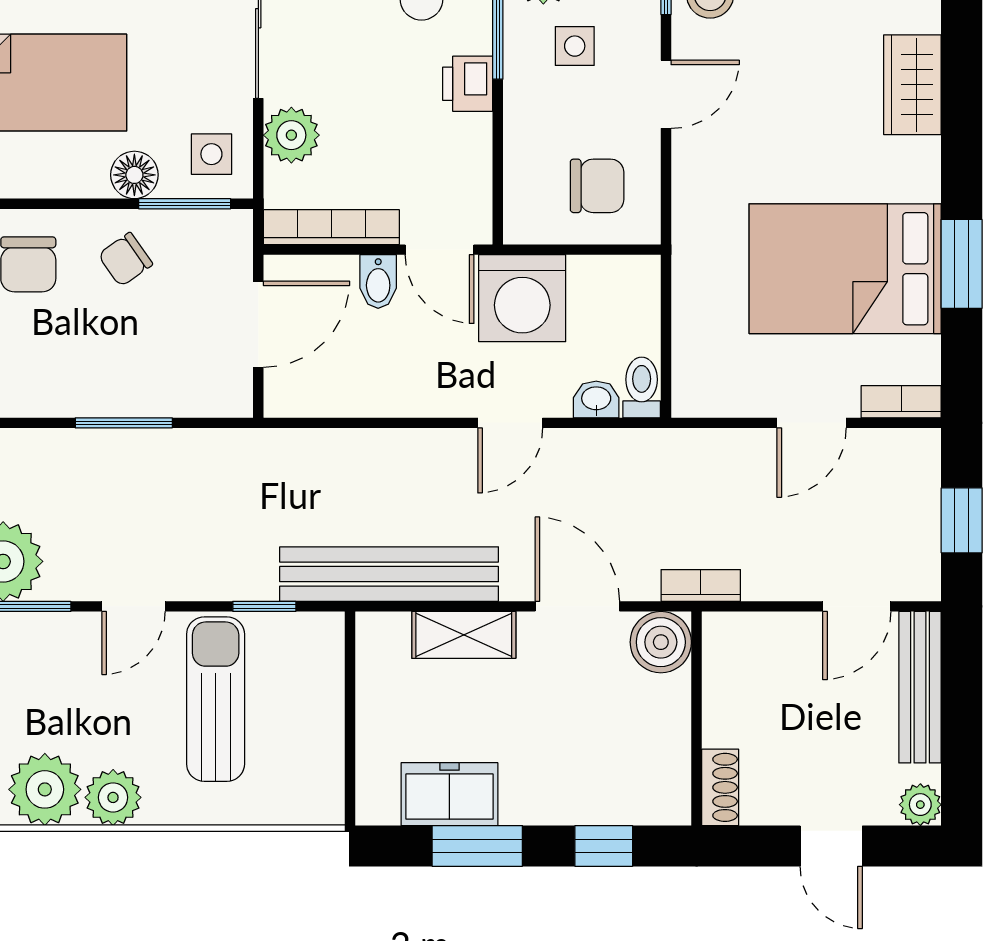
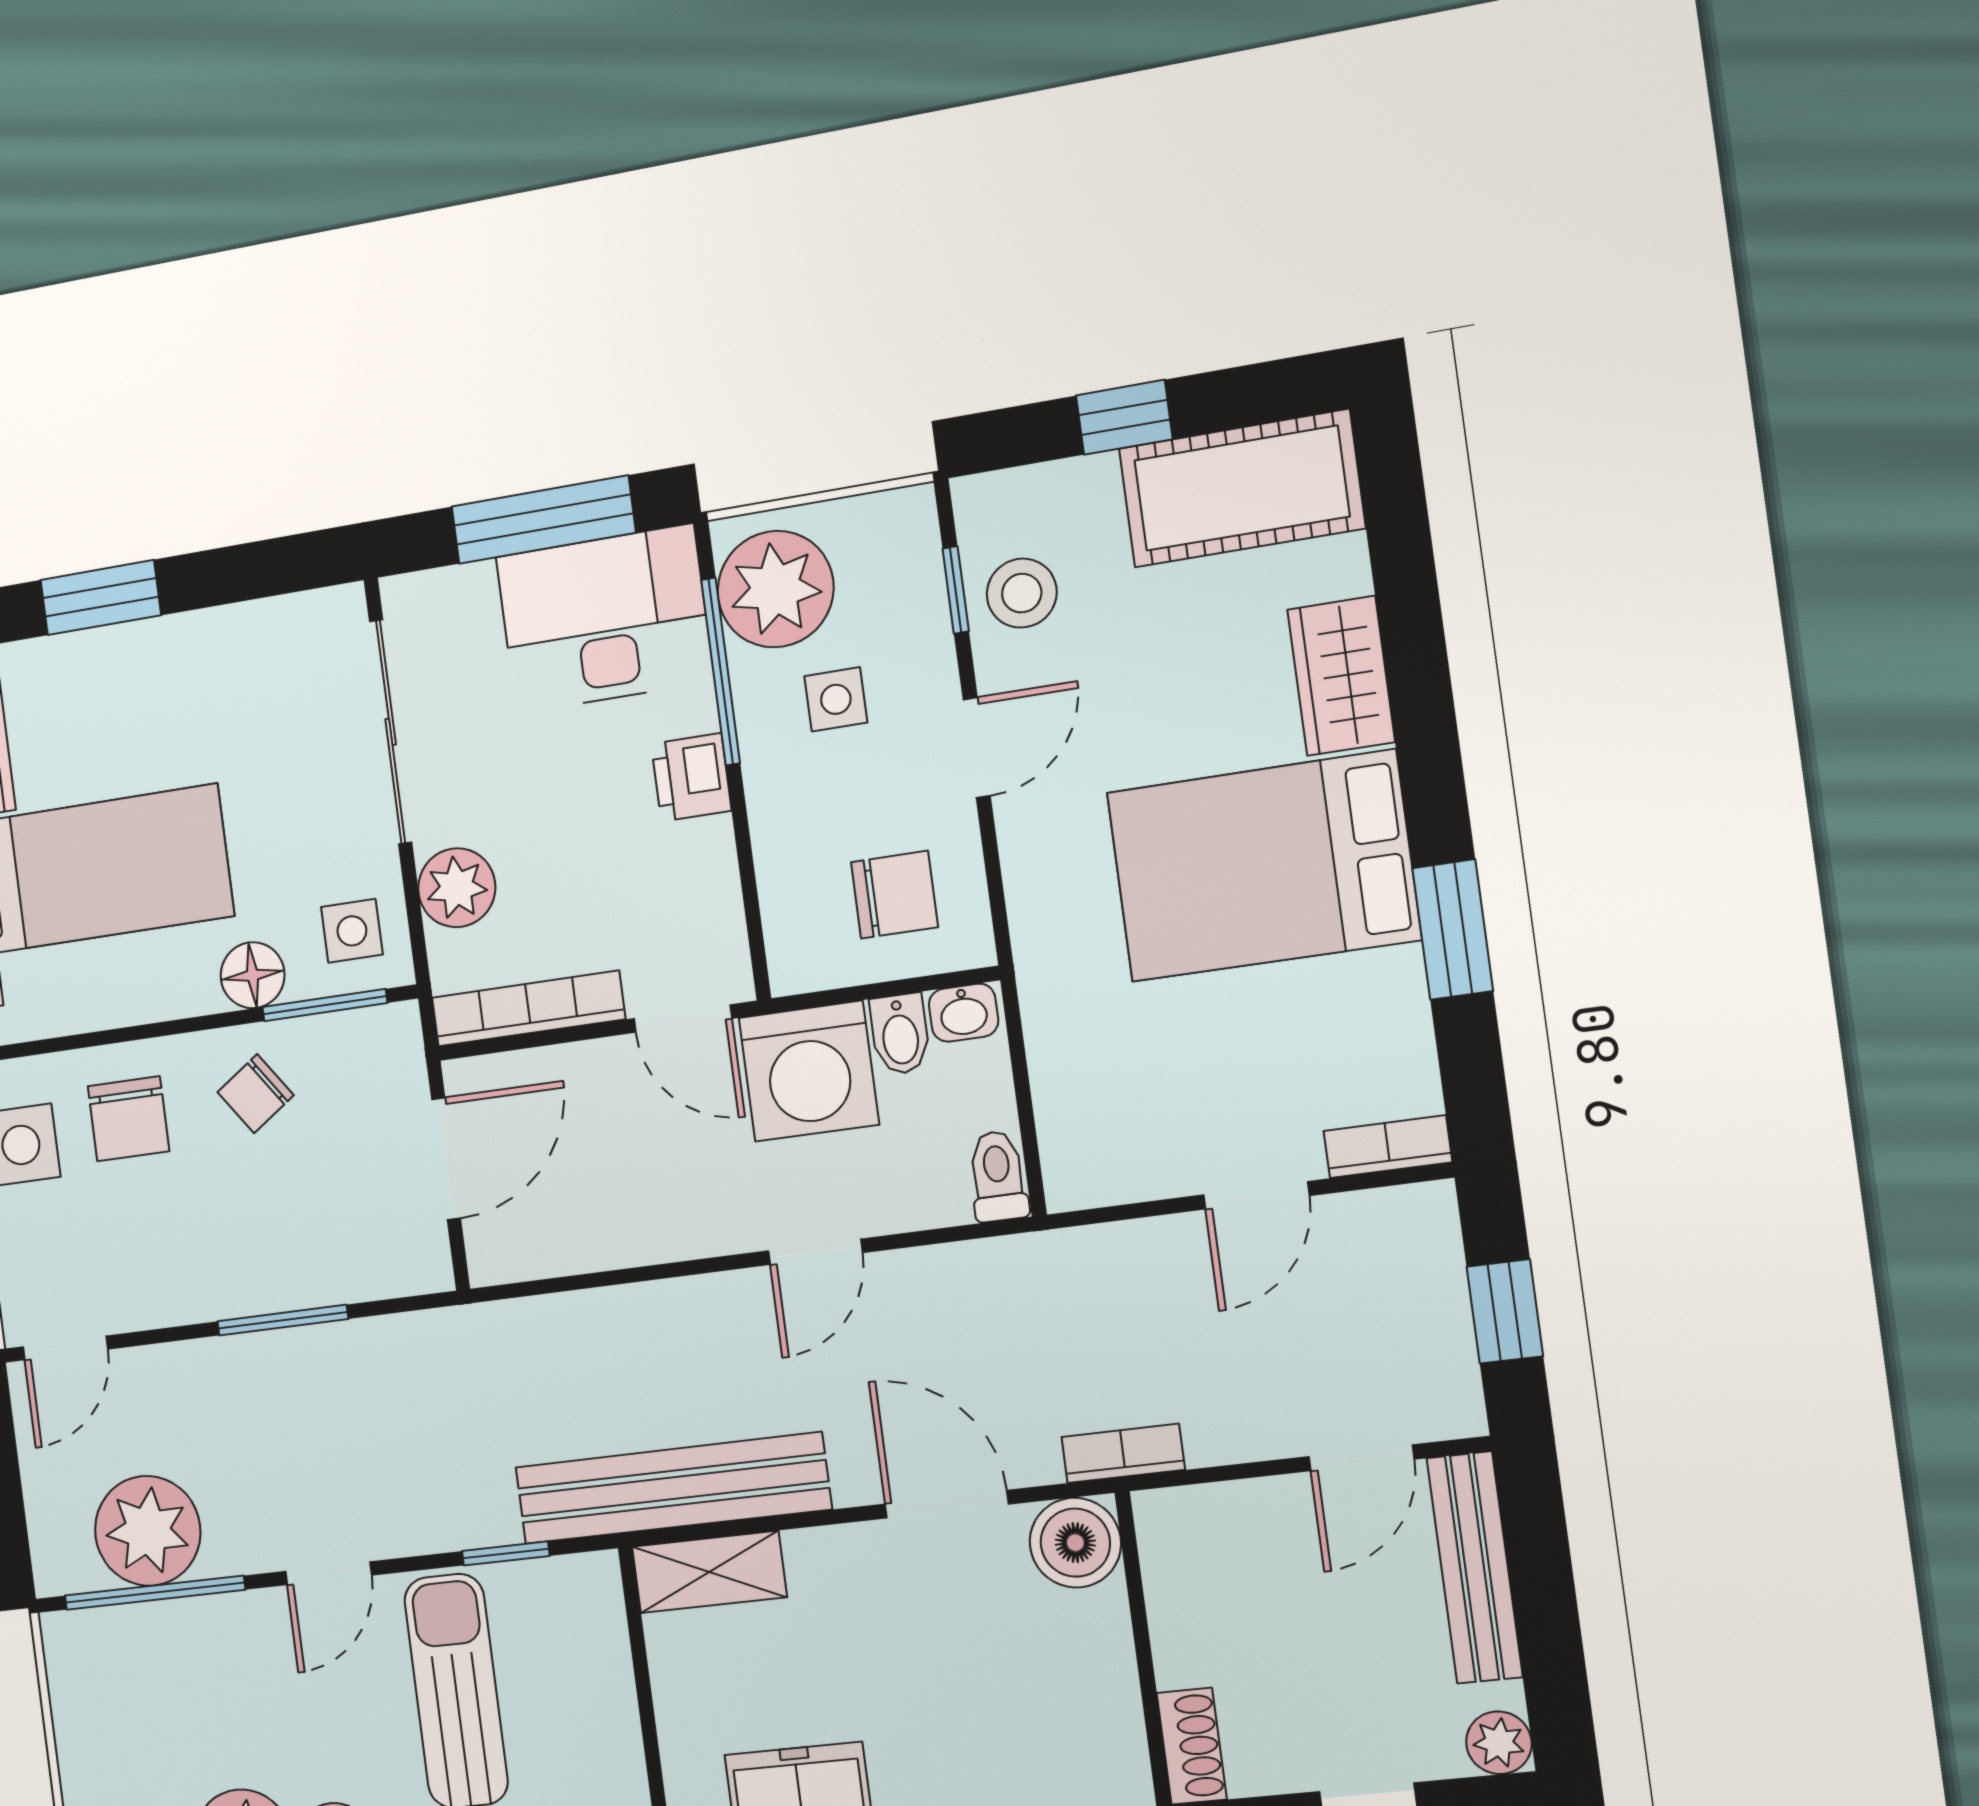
bed: (845, 269) -> (1263, 866), moved
bidet: (378, 282) -> (900, 1034), moved
washbasin: (596, 399) -> (964, 1013), moved, turned 180
shelving: (464, 635) -> (709, 1572), moved

